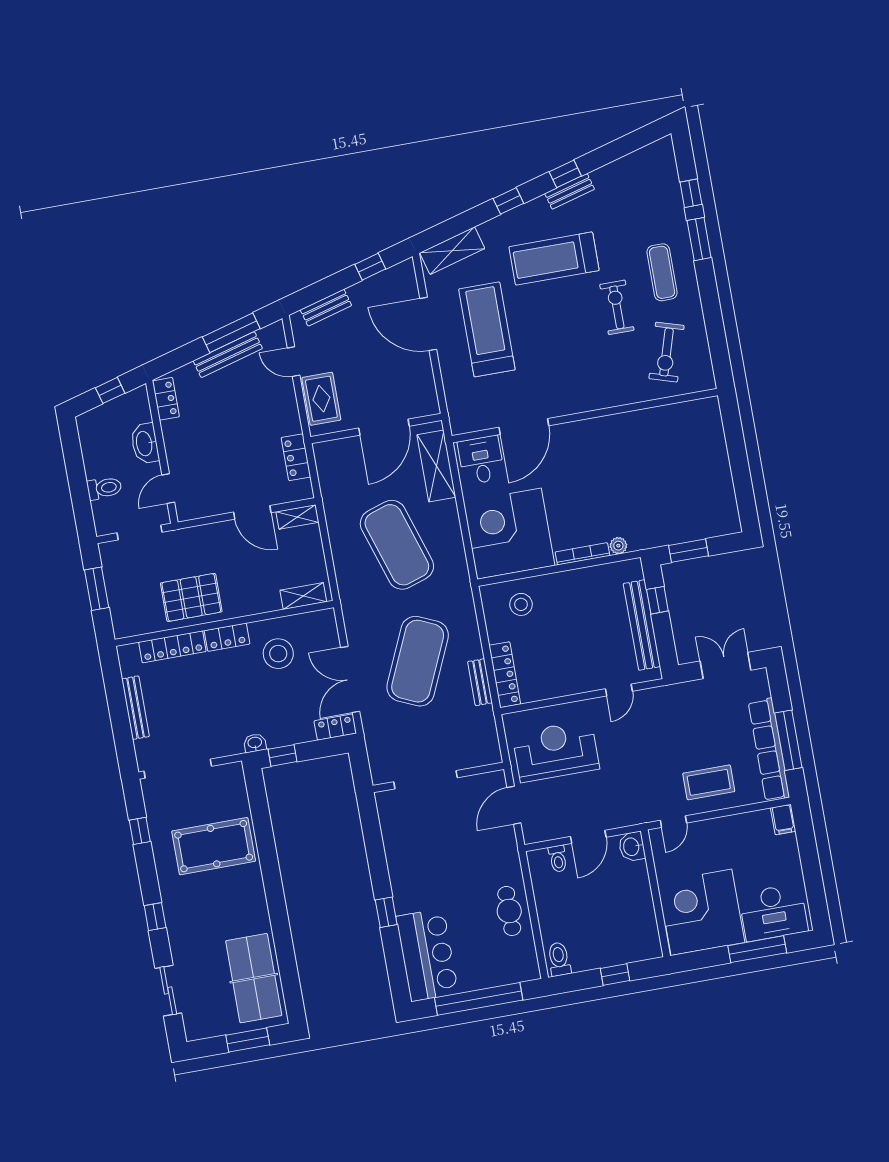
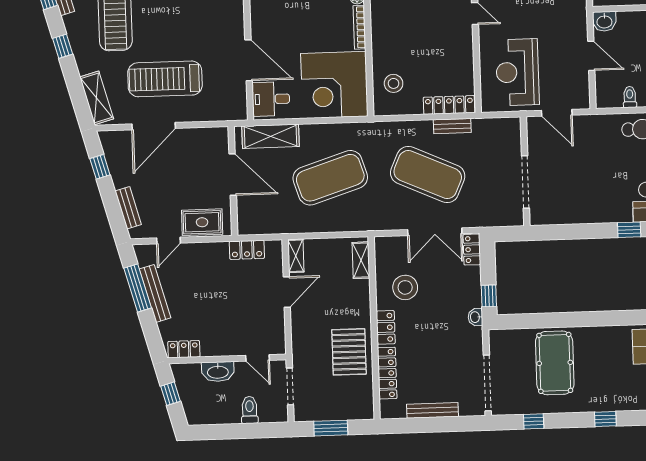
toilet: (558, 859) -> (630, 97), moved, turned -90

